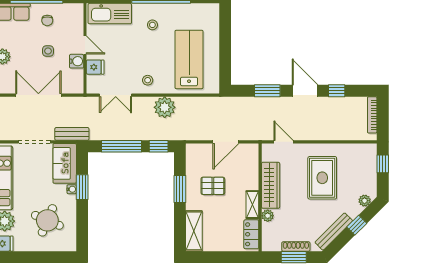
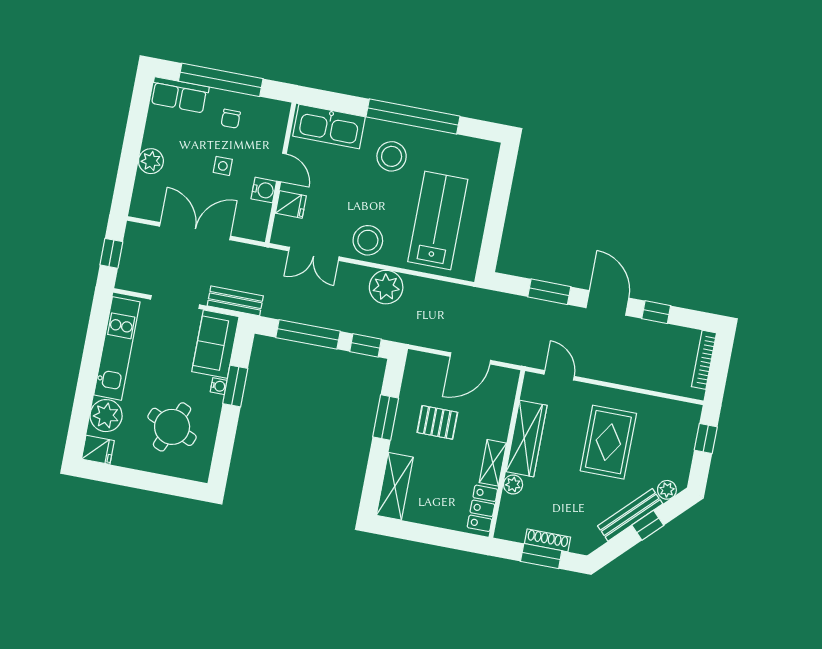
stool: (152, 25) -> (392, 156), width x1.89, depth x1.89
stool: (148, 80) -> (368, 240), width x1.89, depth x1.89
bench: (334, 232) -> (630, 515), moved

